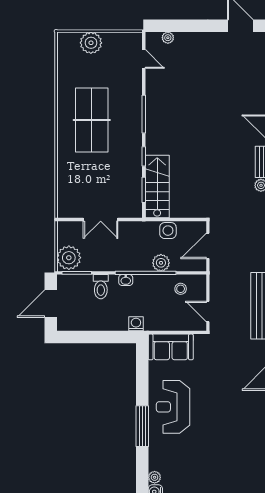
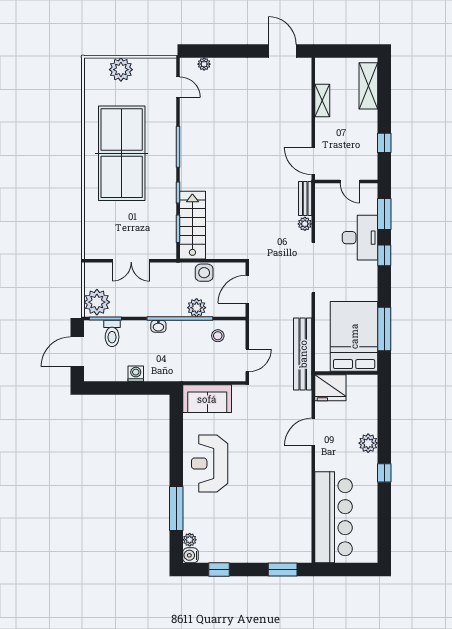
table tennis table: (92, 120) -> (122, 153), width x1.36, depth x1.32
toilet: (101, 287) -> (112, 333), moved
door: (208, 312) -> (247, 360), swing flipped
washing machine: (136, 324) -> (136, 374), moved
window: (142, 426) -> (176, 508), moved

